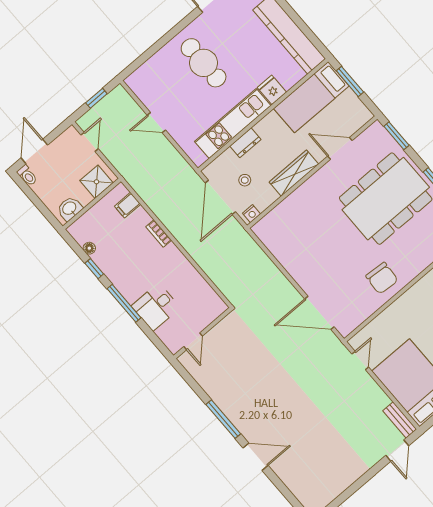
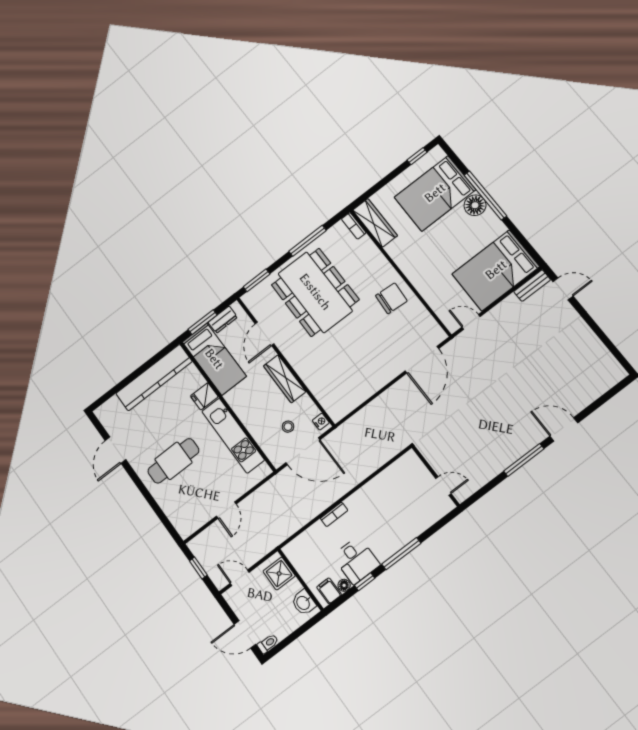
dresser: (245, 143) -> (223, 320), moved, turned 90
filing cabinet: (128, 205) -> (329, 591), moved, turned 180
desk: (156, 307) -> (356, 560), moved
door: (255, 457) -> (564, 429), hinge flipped

